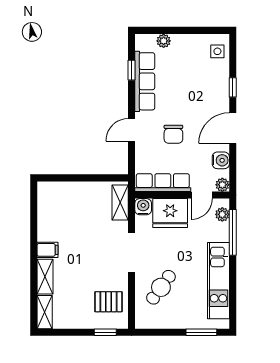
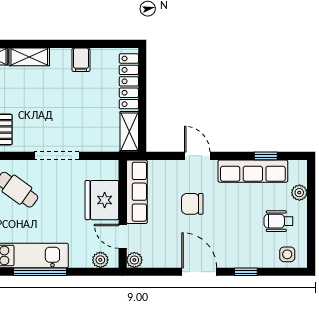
wheelchair: (188, 59) -> (279, 221), added
water cooler: (221, 160) -> (162, 258), removed
locker: (66, 190) -> (129, 81), added
shelving: (120, 202) -> (129, 132), moved, turned 90
water cooler: (143, 207) -> (109, 169), removed
window: (233, 232) -> (40, 272), moved
filing cabinet: (48, 250) -> (81, 60), moved

